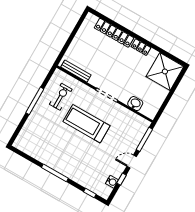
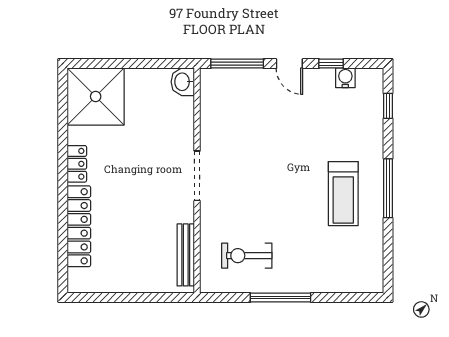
washbasin: (135, 104) -> (183, 82), moved
treadmill: (87, 124) -> (343, 194), moved, width x0.73, depth x0.73

